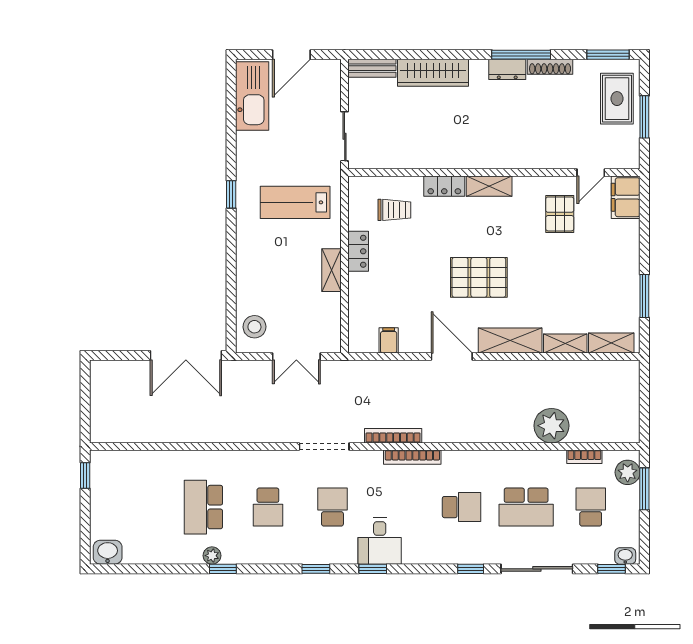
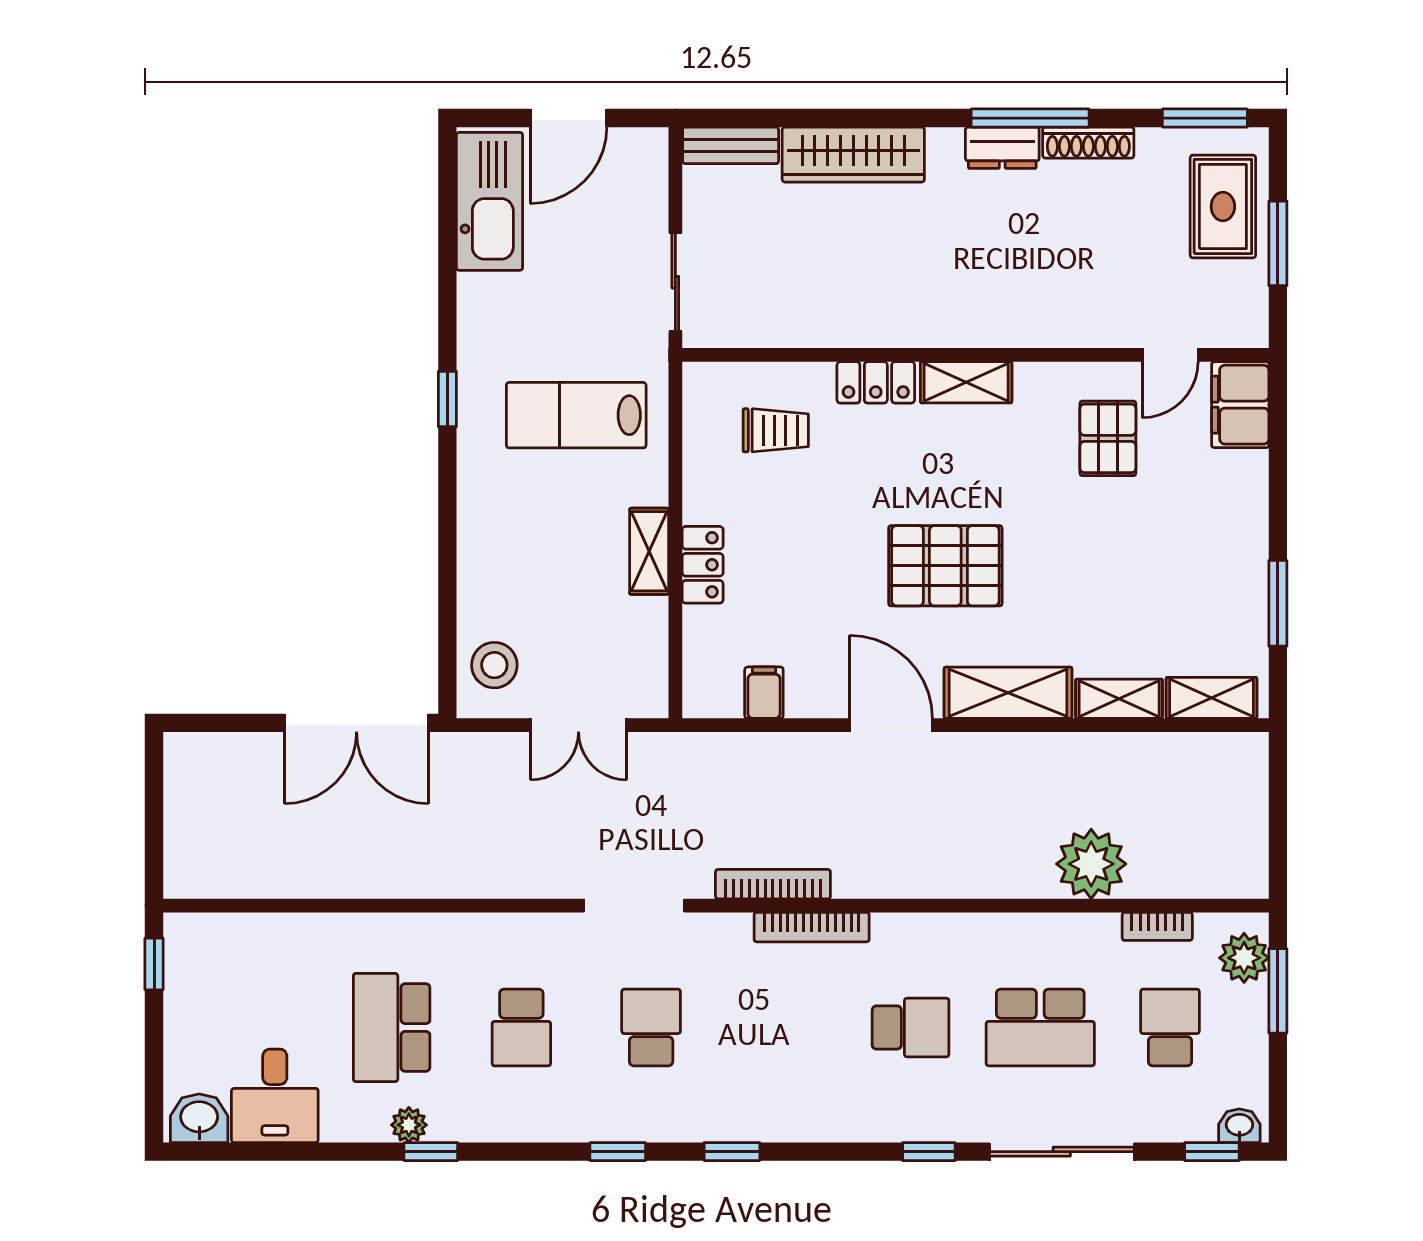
locker: (358, 251) -> (703, 565), moved
desk: (380, 541) -> (275, 1096), moved

